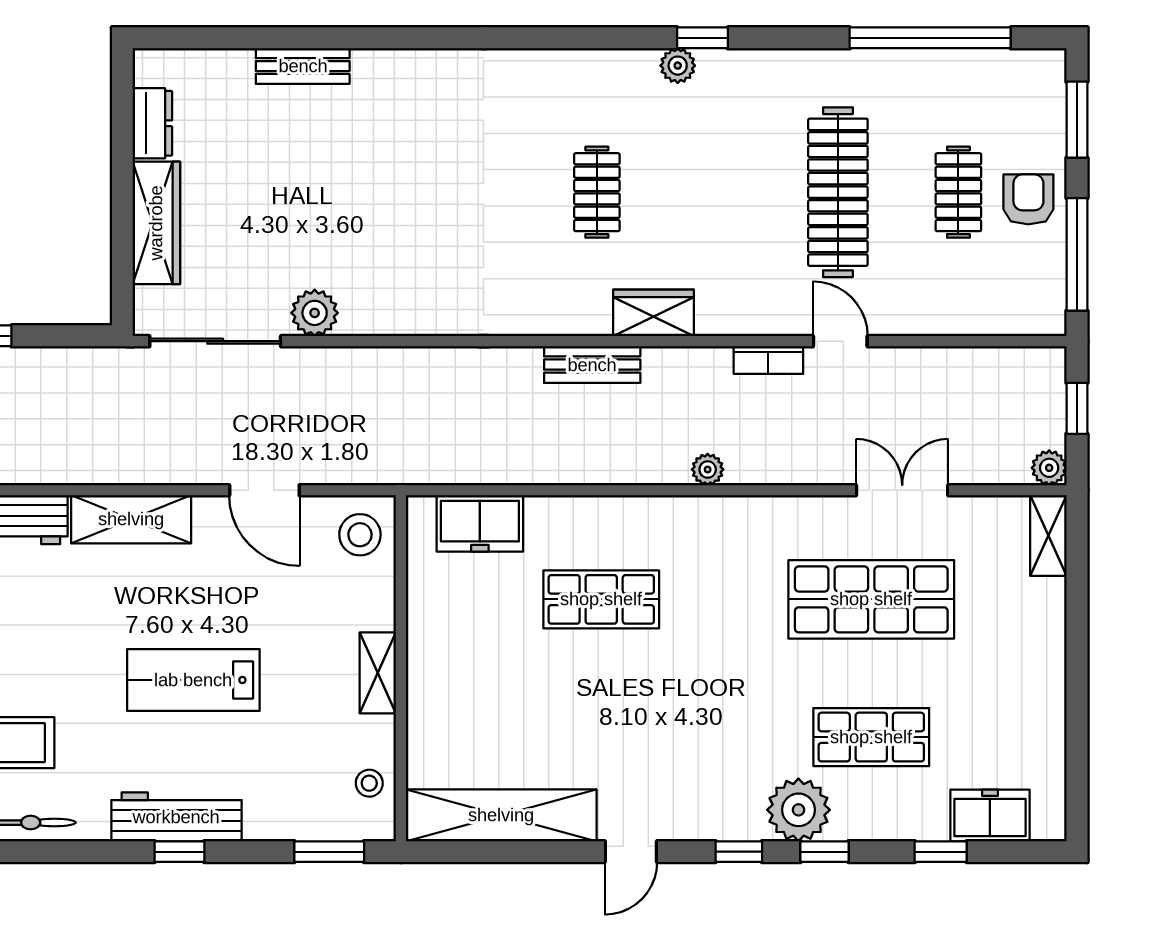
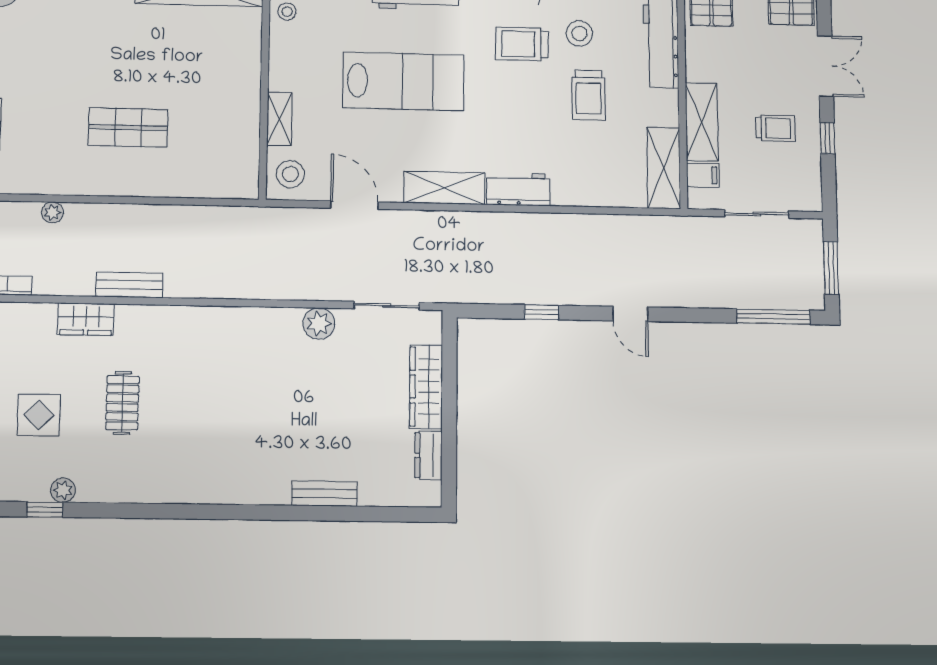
display table: (716, 173) -> (39, 415), added
sliding door: (215, 341) -> (387, 306), width x0.73
freezer: (480, 523) -> (209, 180), removed
shelving: (378, 673) -> (279, 119), moved
lab bench: (193, 680) -> (403, 81), width x1.36, depth x1.39

